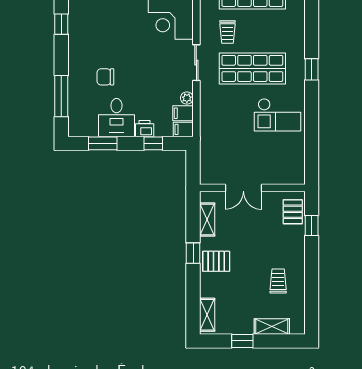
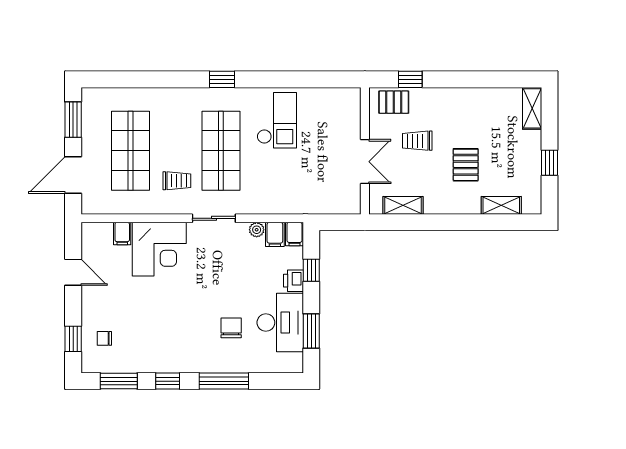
chair: (105, 77) -> (231, 328), turned 180
window: (61, 96) -> (224, 381), moved
desk: (116, 118) -> (280, 323), width x1.37
window: (193, 253) -> (444, 222), removed
pallet: (216, 261) -> (466, 165), moved
trolley: (278, 281) -> (417, 141), moved
shelving: (207, 315) -> (501, 205), moved
shelving: (272, 326) -> (532, 108), moved

